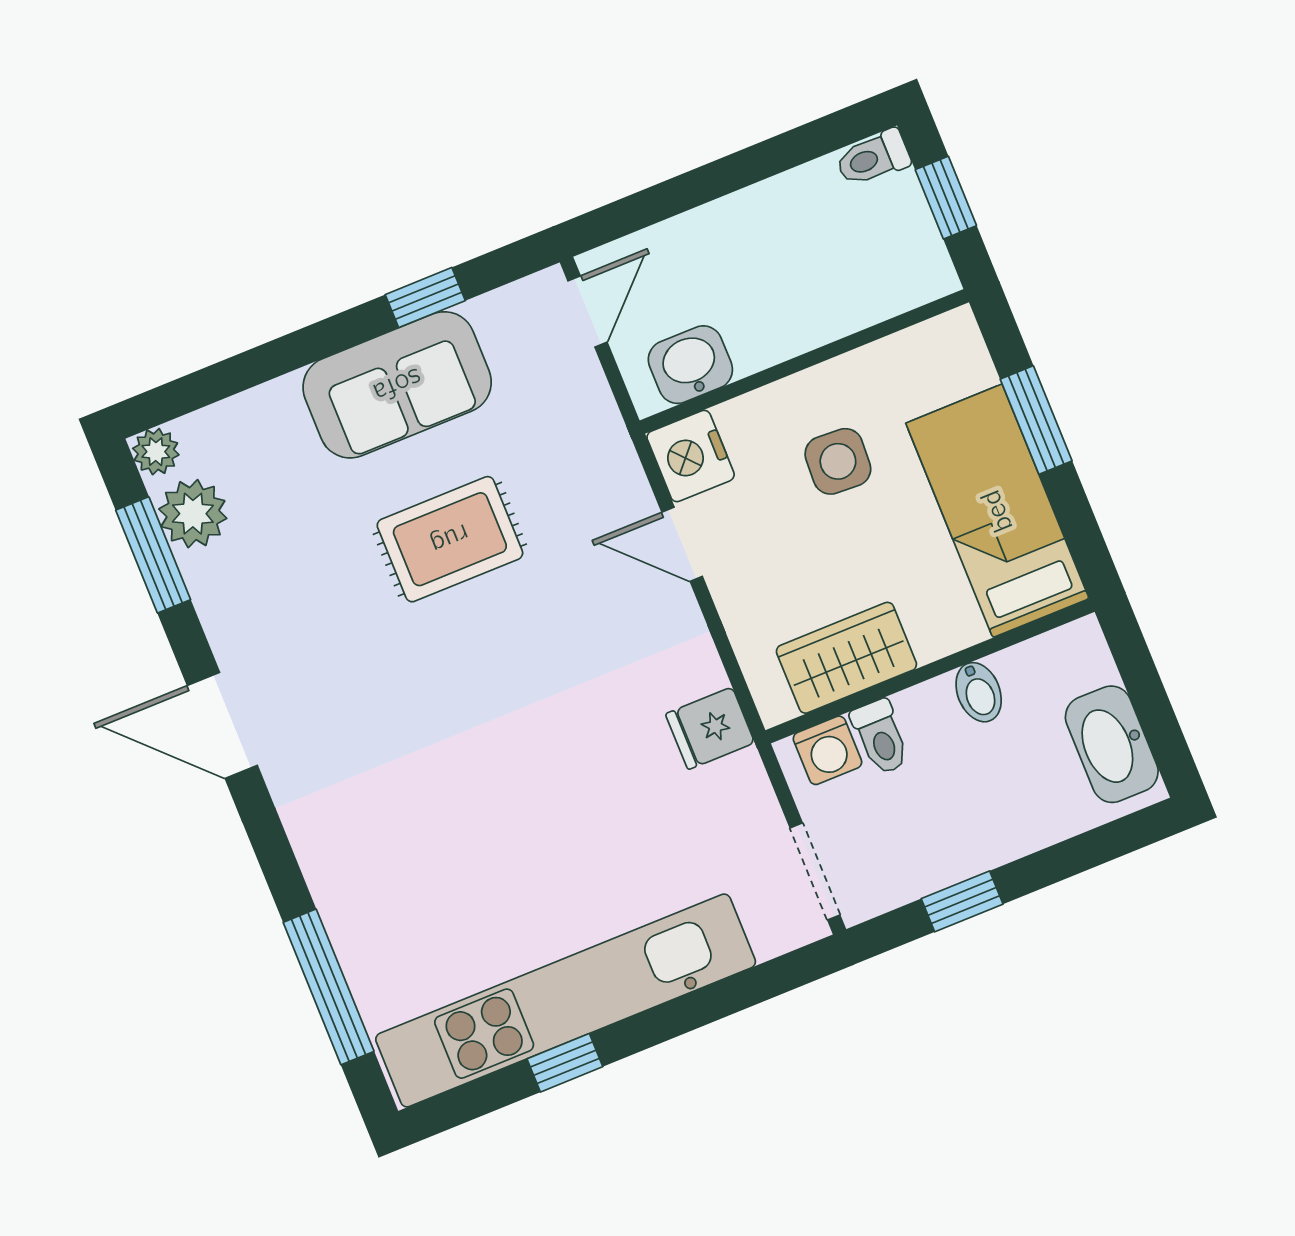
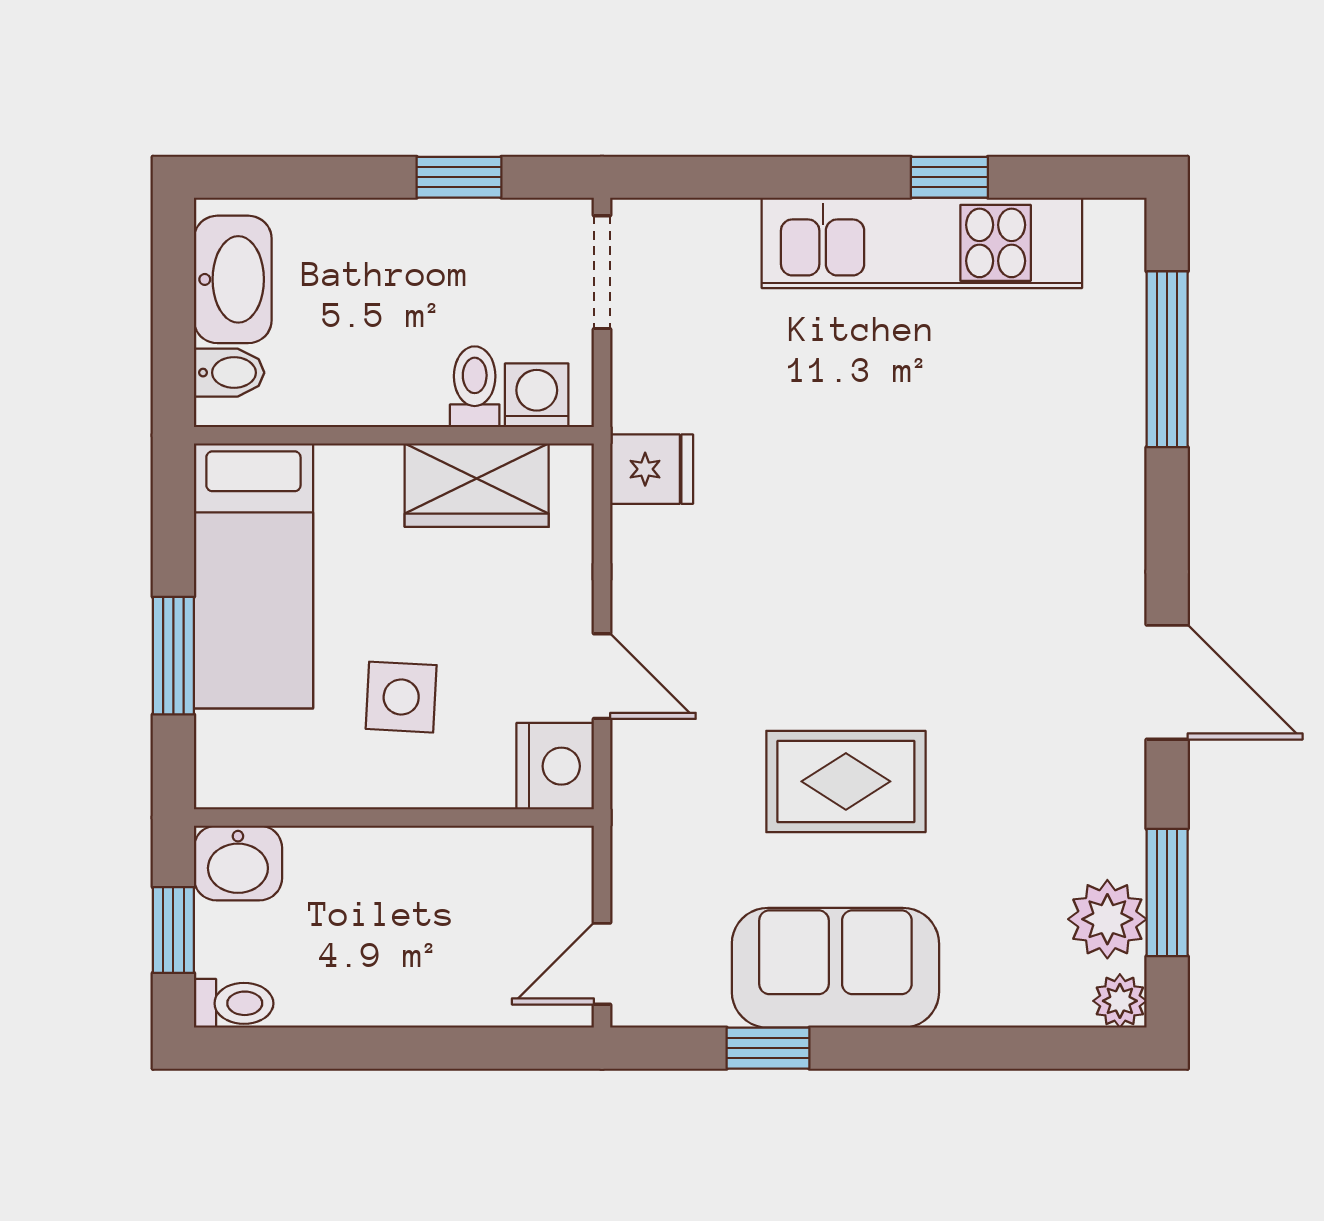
washbasin: (690, 365) -> (238, 863), moved
bidet: (979, 692) -> (229, 373), moved, turned 90
kitchen unit: (566, 1001) -> (922, 243), width x0.73

